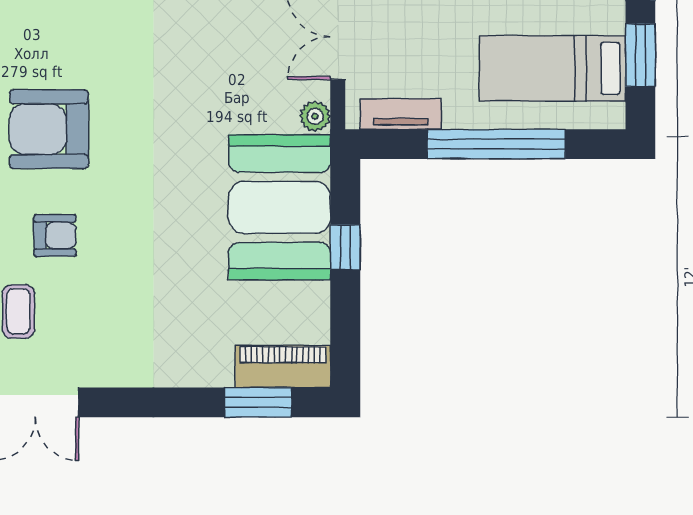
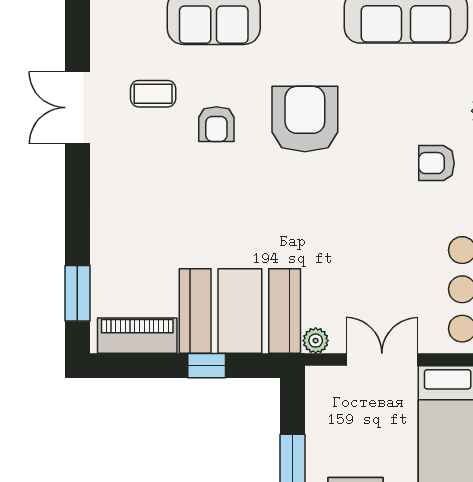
tv unit: (401, 114) -> (318, 412), removed
piano: (283, 366) -> (137, 336), moved, turned -90

